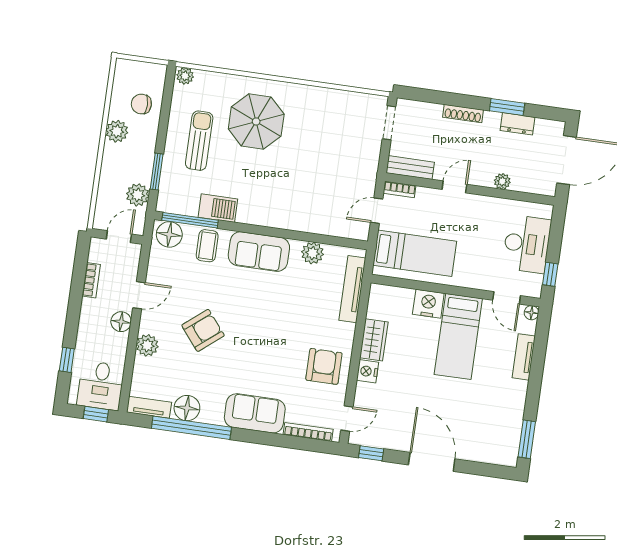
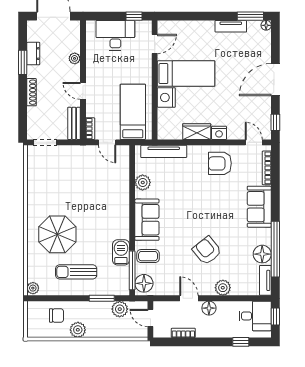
chair: (141, 104) -> (57, 315), turned -90
floor lamp: (532, 313) -> (266, 25), moved
tv unit: (524, 357) -> (231, 26), moved

